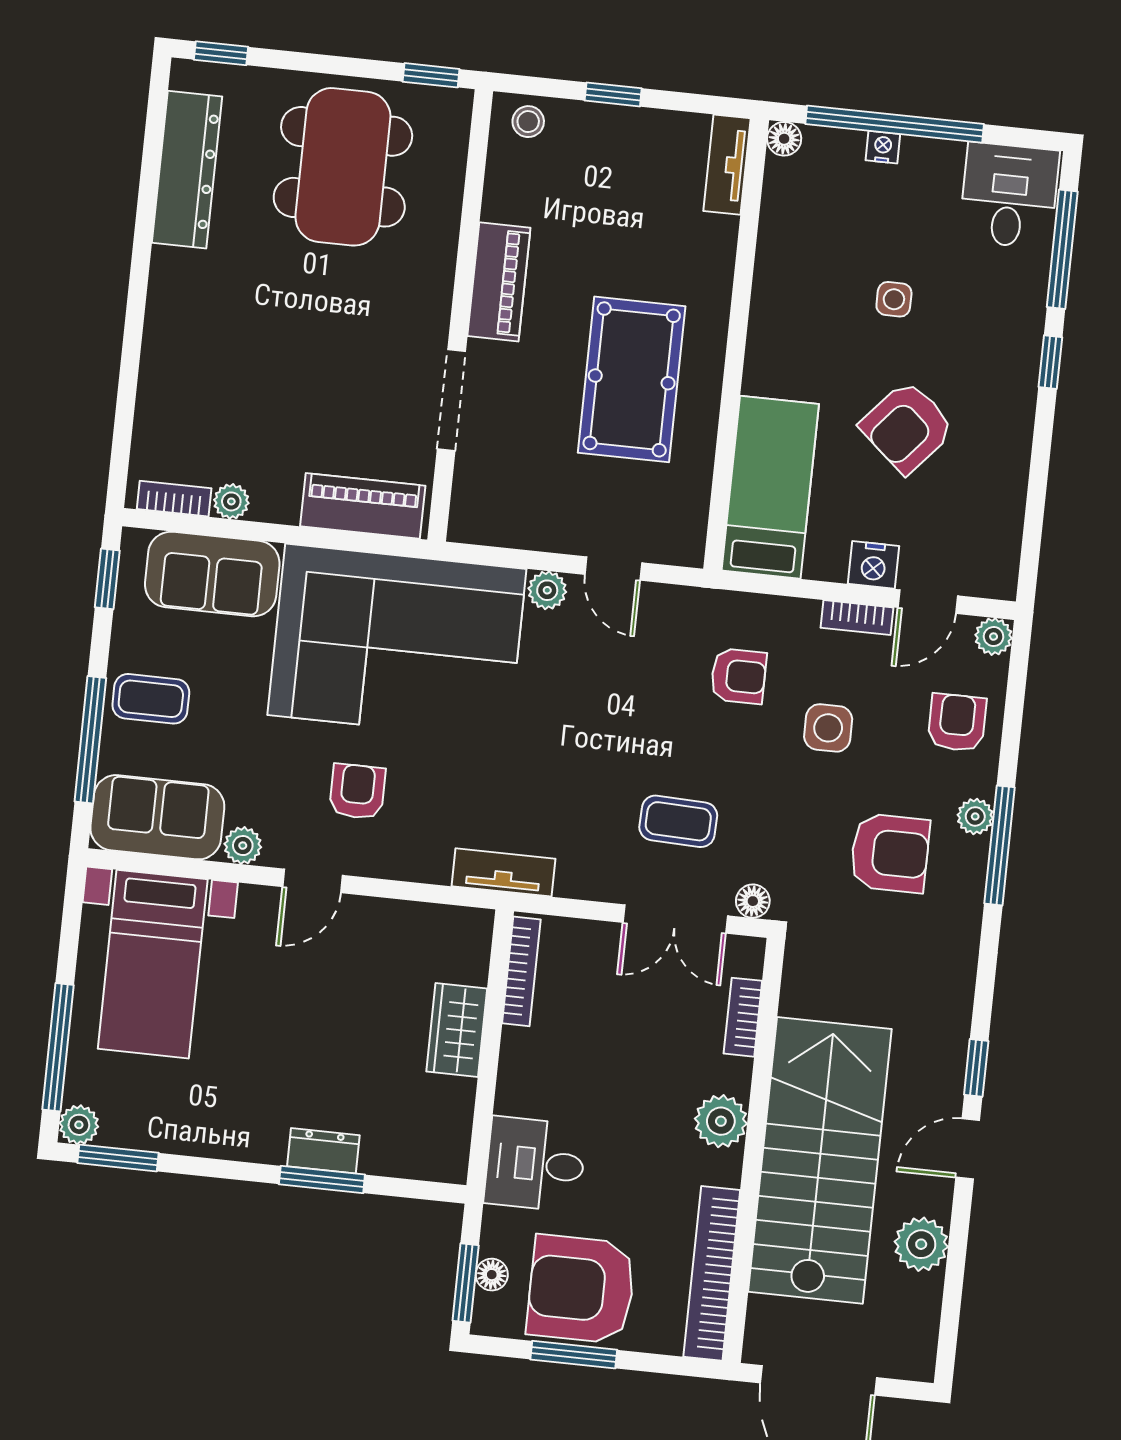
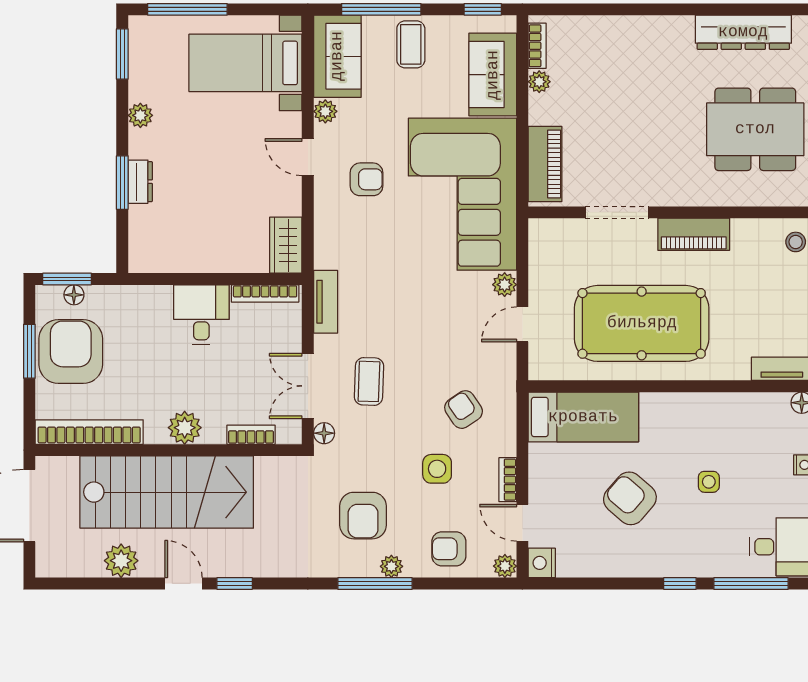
pool table: (632, 379) -> (642, 323), width x1.36, depth x1.32
nightstand: (873, 565) -> (542, 563), moved
armchair: (739, 676) -> (464, 410), turned 146
armchair: (957, 723) -> (449, 549), turned 180
tv unit: (504, 872) -> (326, 302), moved
wardrobe: (457, 1030) -> (286, 245), moved, turned -90
plant: (79, 1125) -> (140, 115), moved
desk: (535, 1164) -> (201, 315), moved

